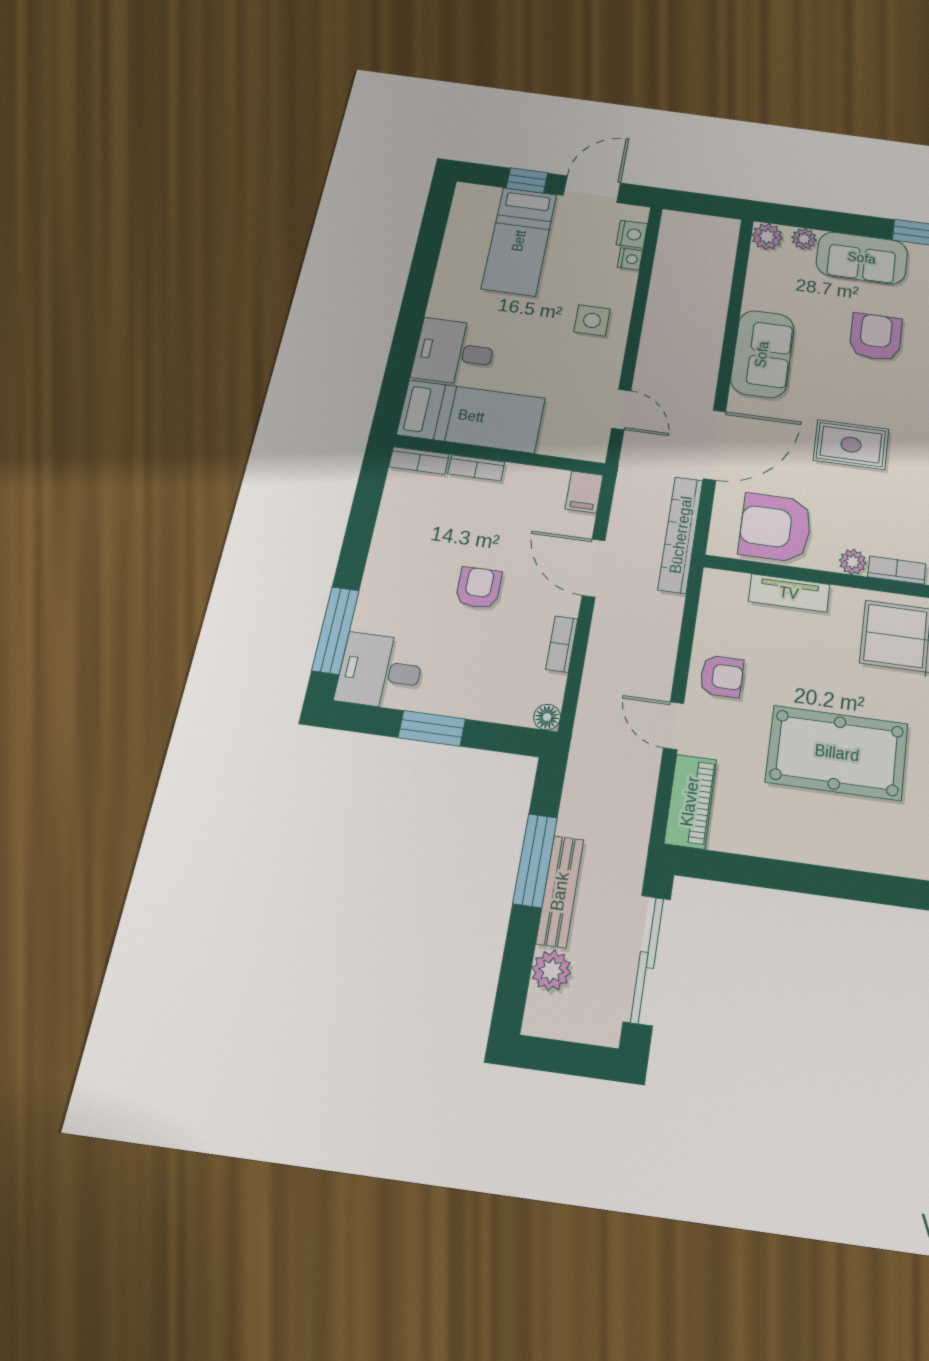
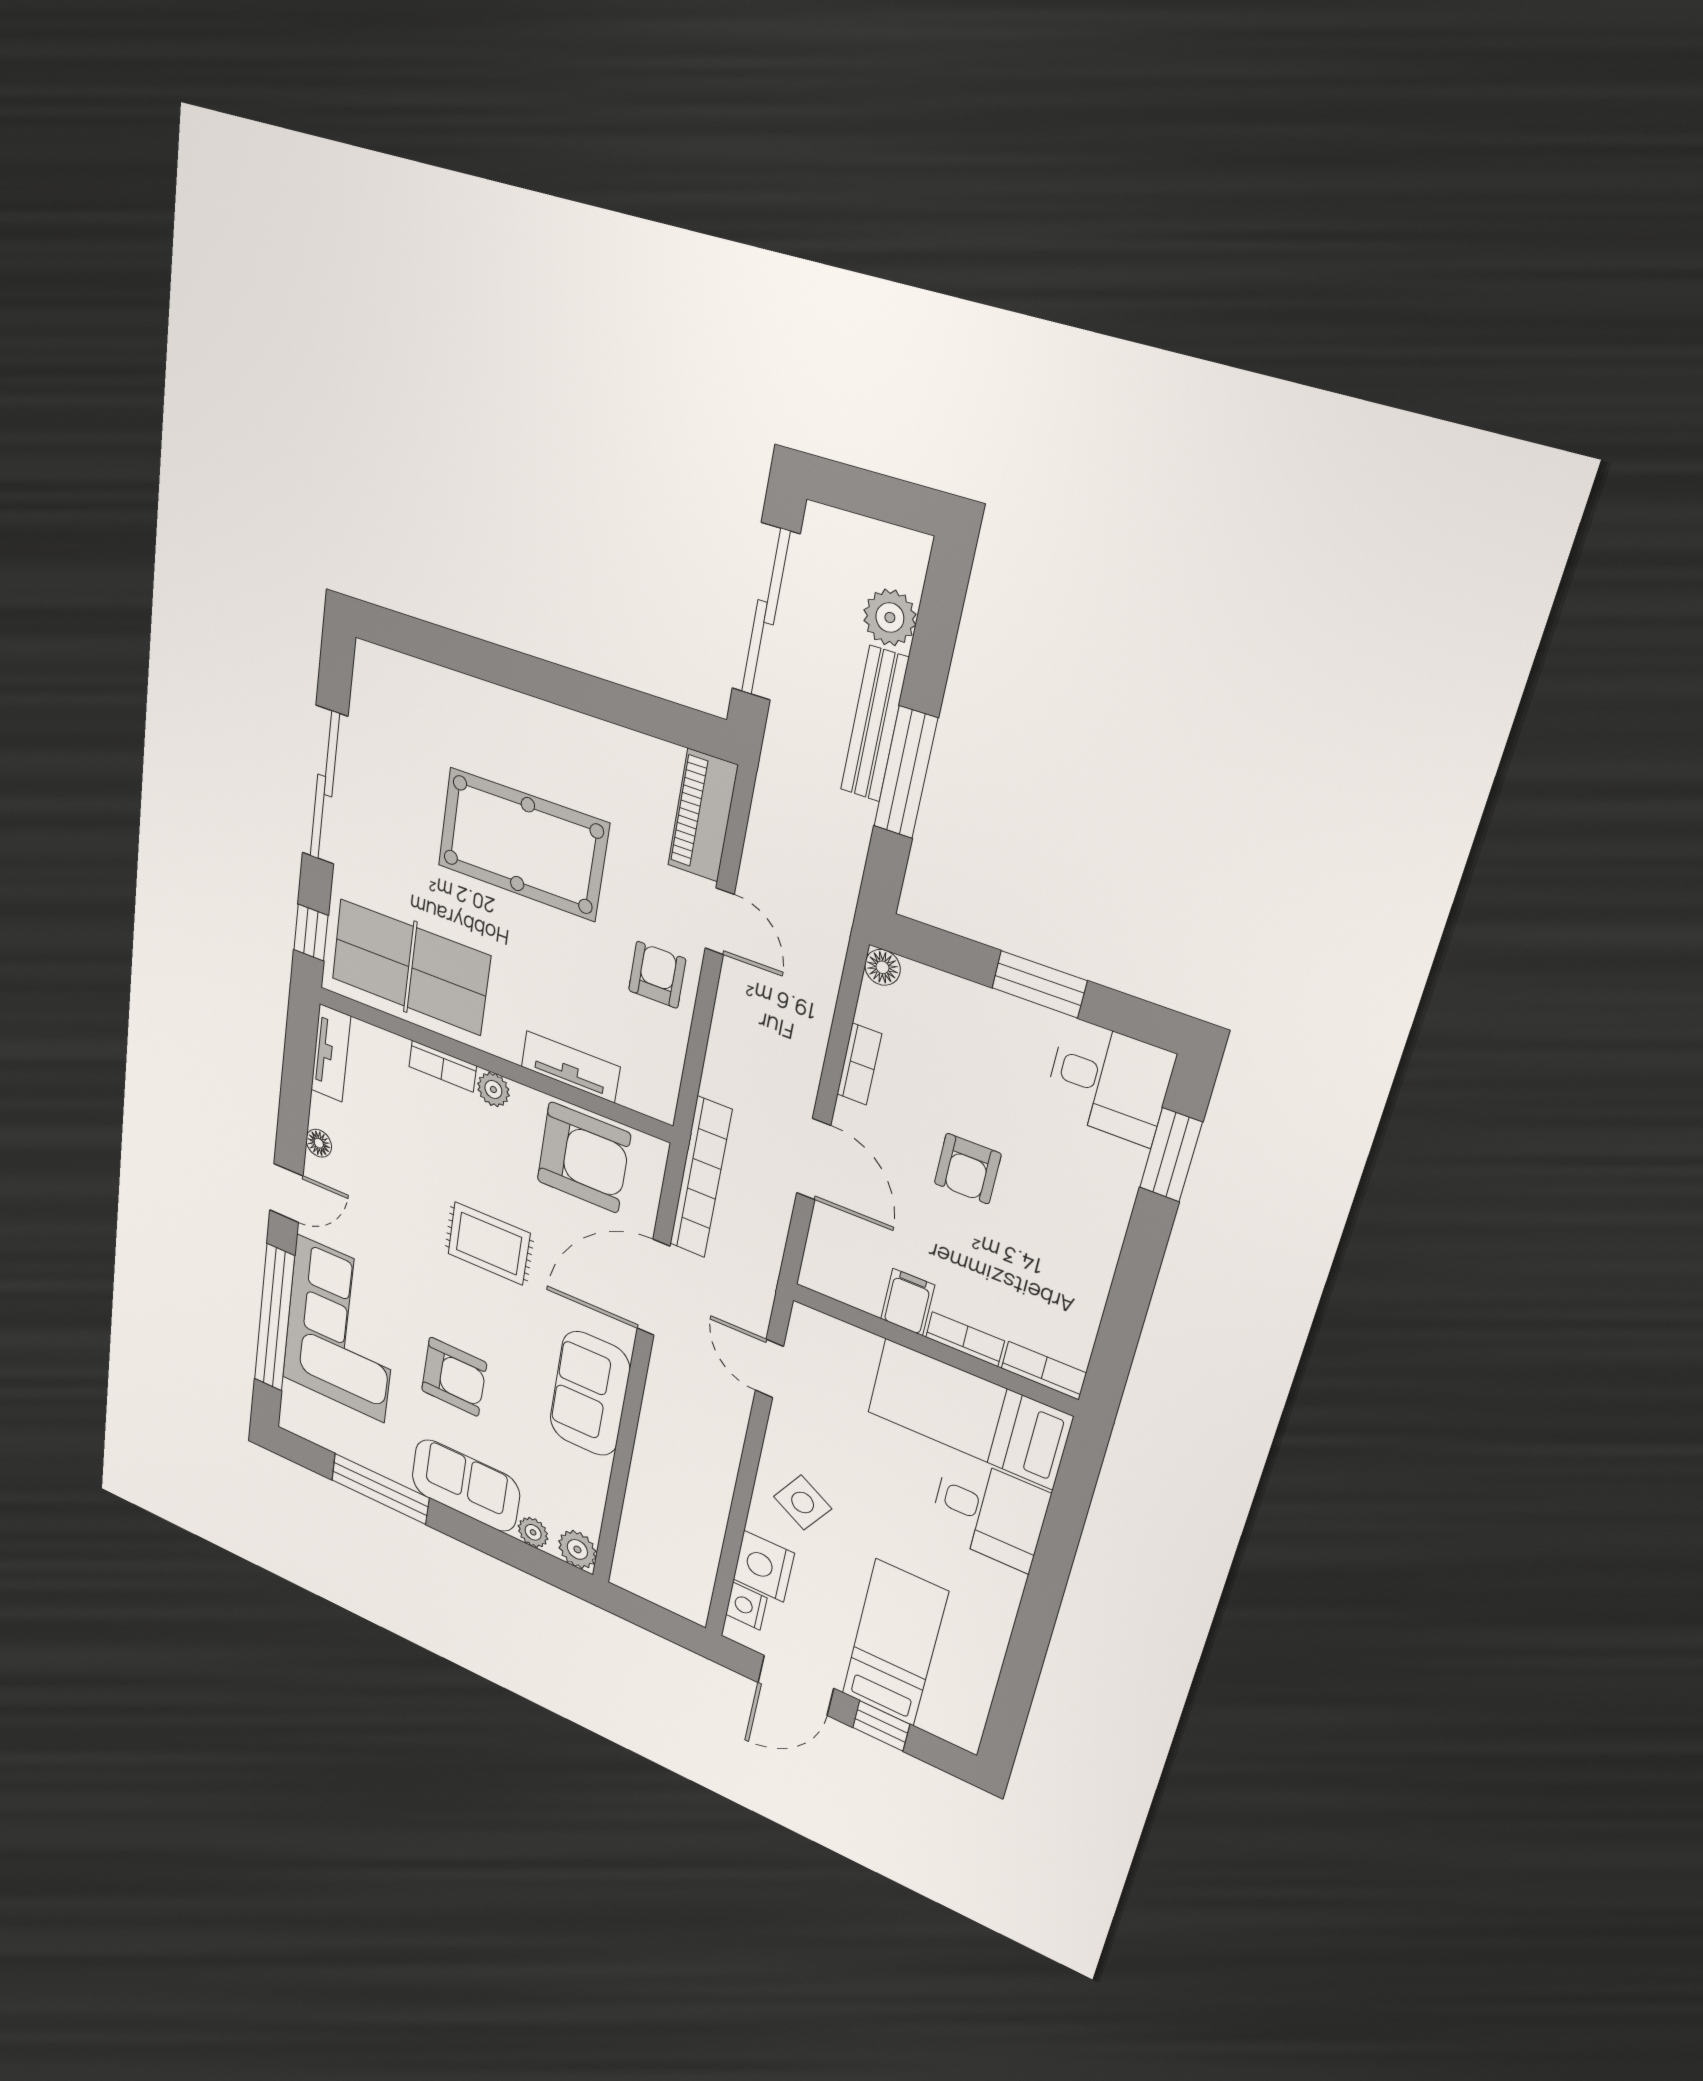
nightstand: (630, 259) -> (764, 1566), width x1.89, depth x1.79
side table: (592, 320) -> (803, 1502), turned 31
armchair: (876, 337) -> (454, 1377), turned -89
filing cabinet: (584, 492) -> (908, 1302), moved
window: (336, 630) -> (1171, 1155), width x0.69
armchair: (722, 676) -> (657, 975), turned 90

